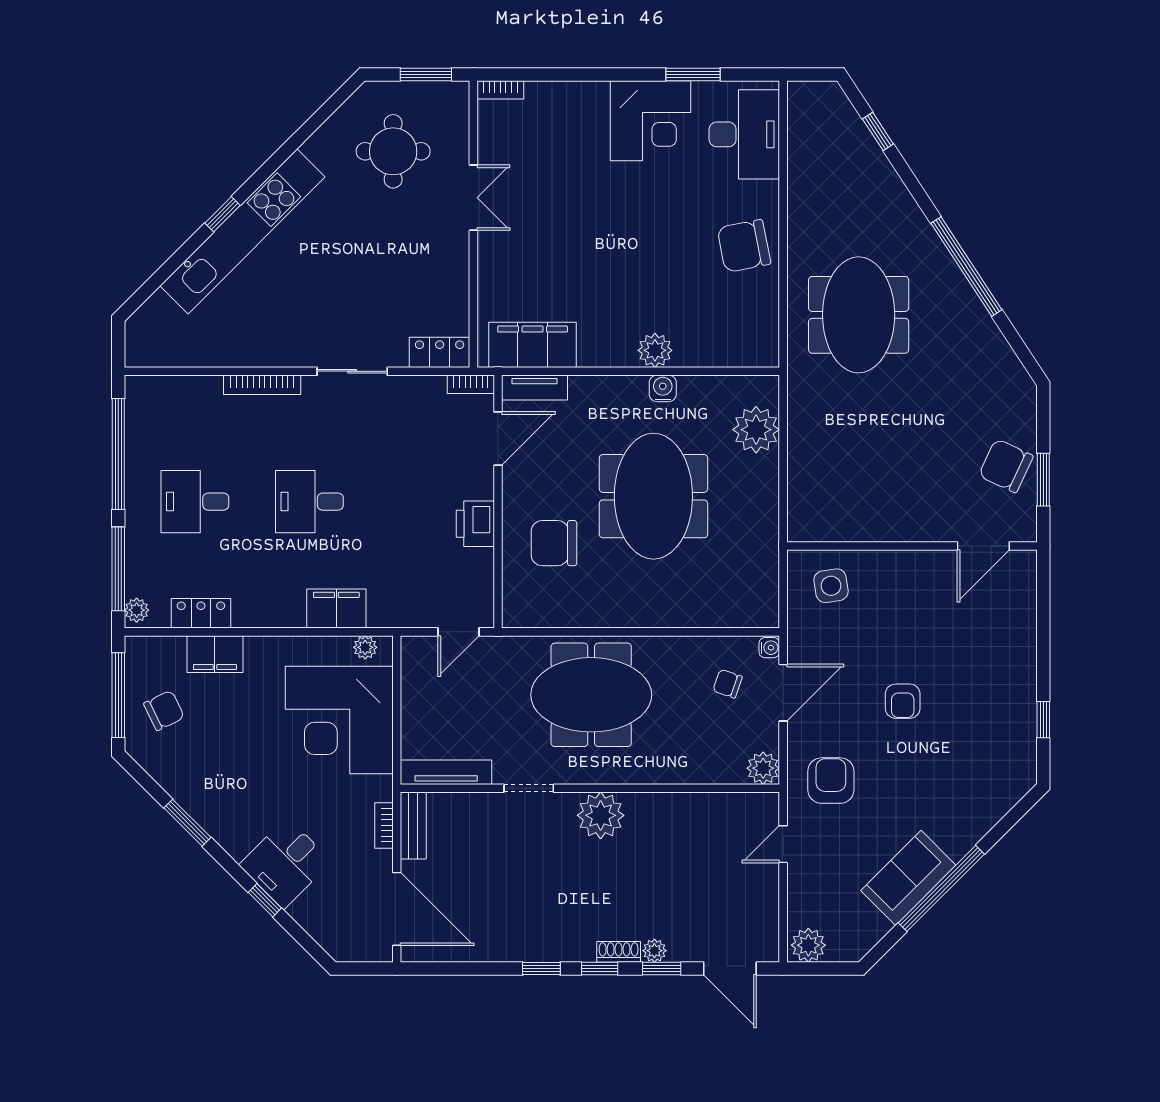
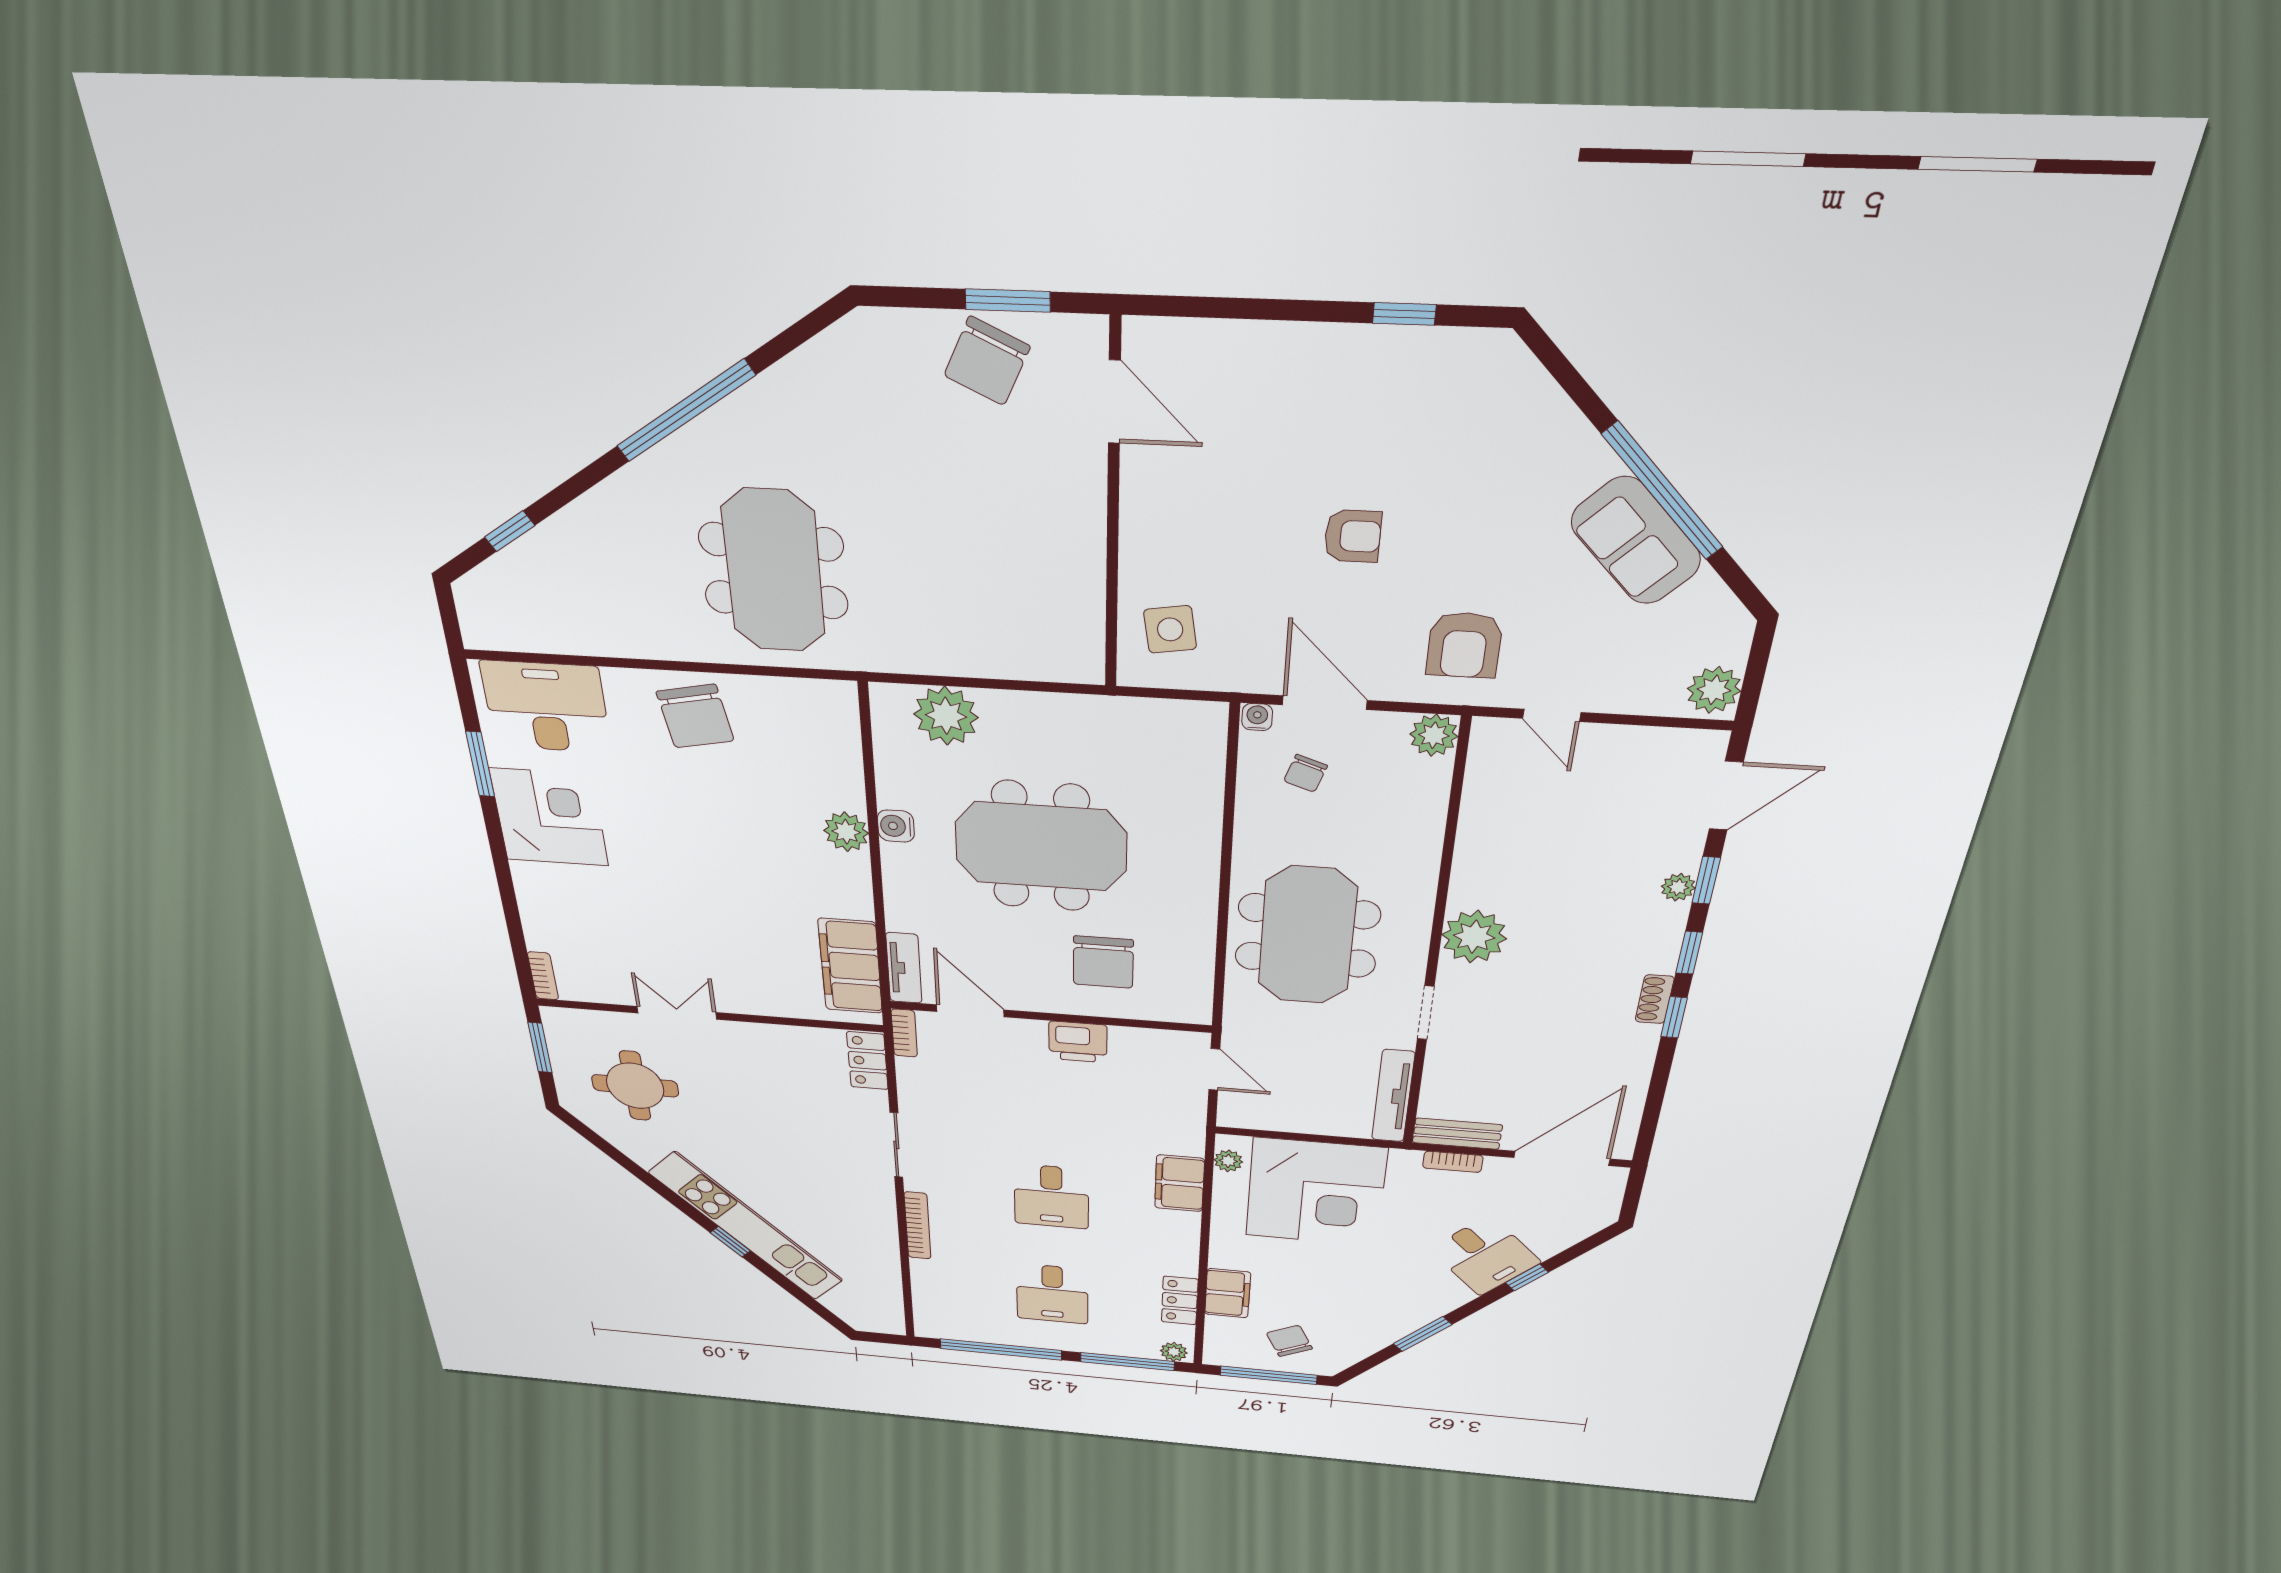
meeting table: (859, 315) -> (774, 571), turned 90
armchair: (831, 781) -> (1464, 645), turned -90
shoe rack: (619, 952) -> (1655, 999), moved

